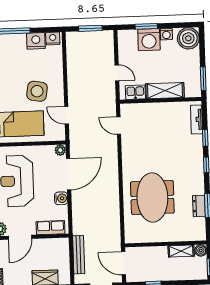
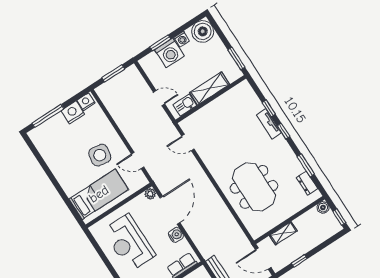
tv unit: (197, 119) -> (269, 124), moved
dresser: (199, 206) -> (307, 183), moved
shelving: (181, 251) -> (283, 233), moved

